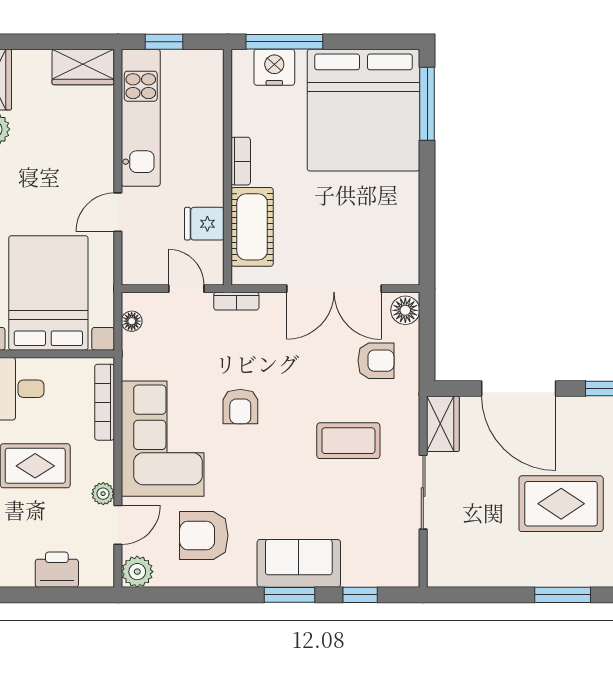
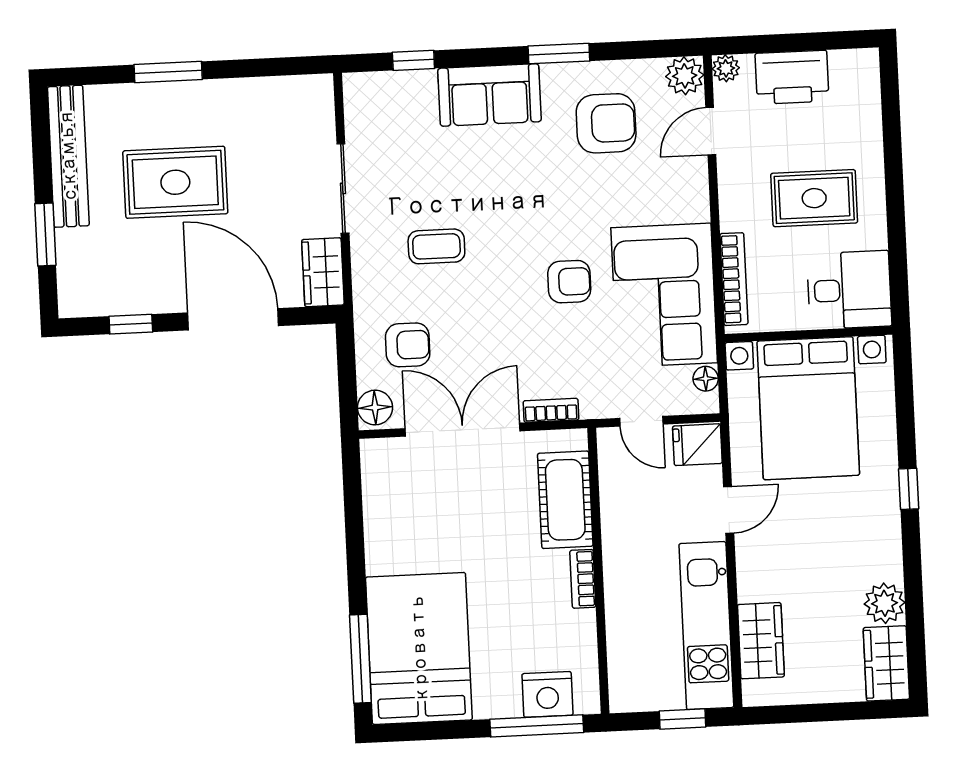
wardrobe: (83, 67) -> (761, 641), moved, turned 90
bed: (363, 110) -> (419, 648), width x0.73
fridge: (204, 224) -> (697, 445), moved, turned 180
bookcase: (236, 301) -> (551, 410), moved
armchair: (376, 361) -> (408, 345), turned 180
armchair: (240, 406) -> (569, 282), turned 90
corner sofa: (163, 439) -> (664, 295), moved
coffee table: (348, 441) -> (436, 246), width x0.73, depth x0.77
plant: (103, 494) -> (726, 68), moved
printer: (57, 570) -> (792, 77), width x1.37, depth x1.19
window: (290, 595) -> (559, 54), moved

